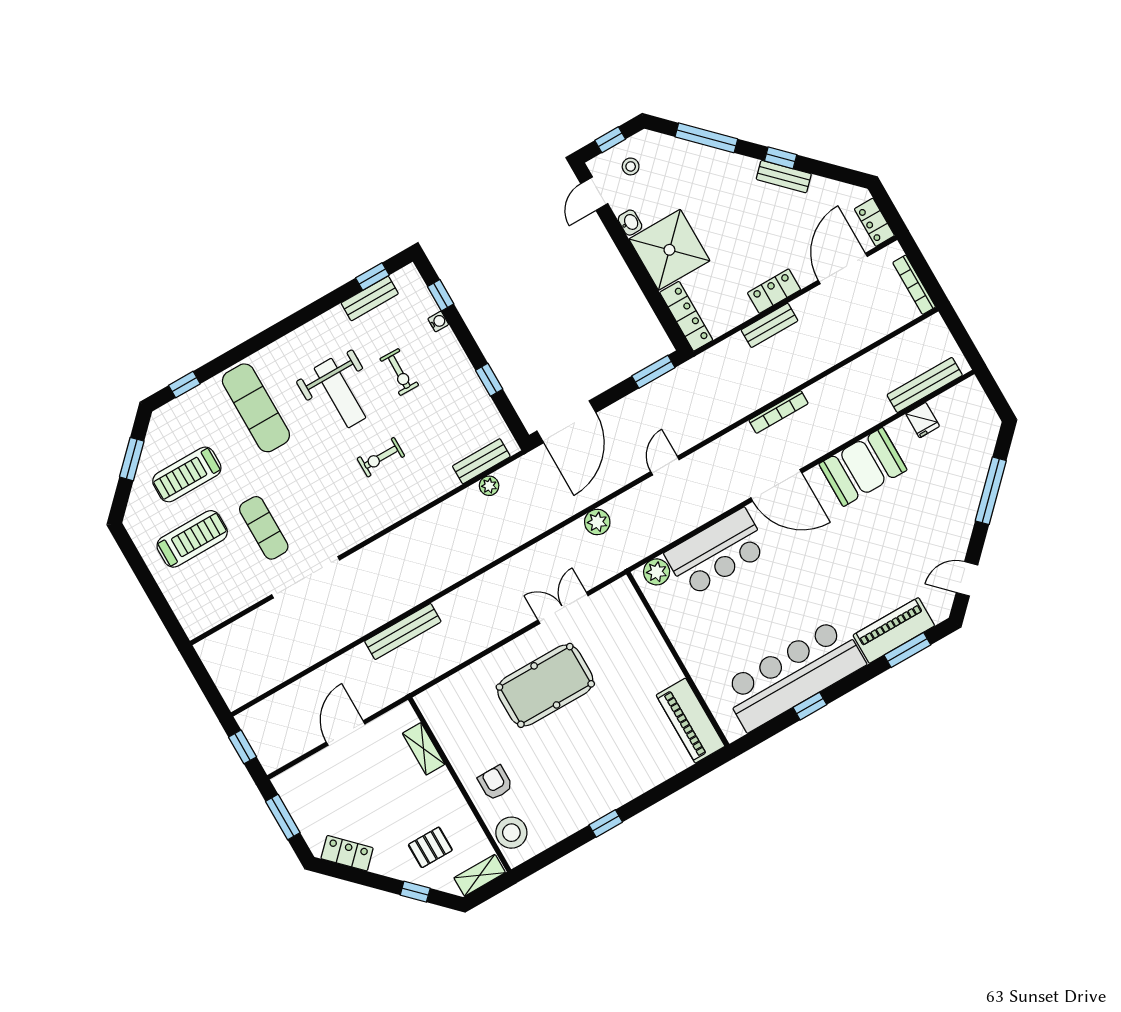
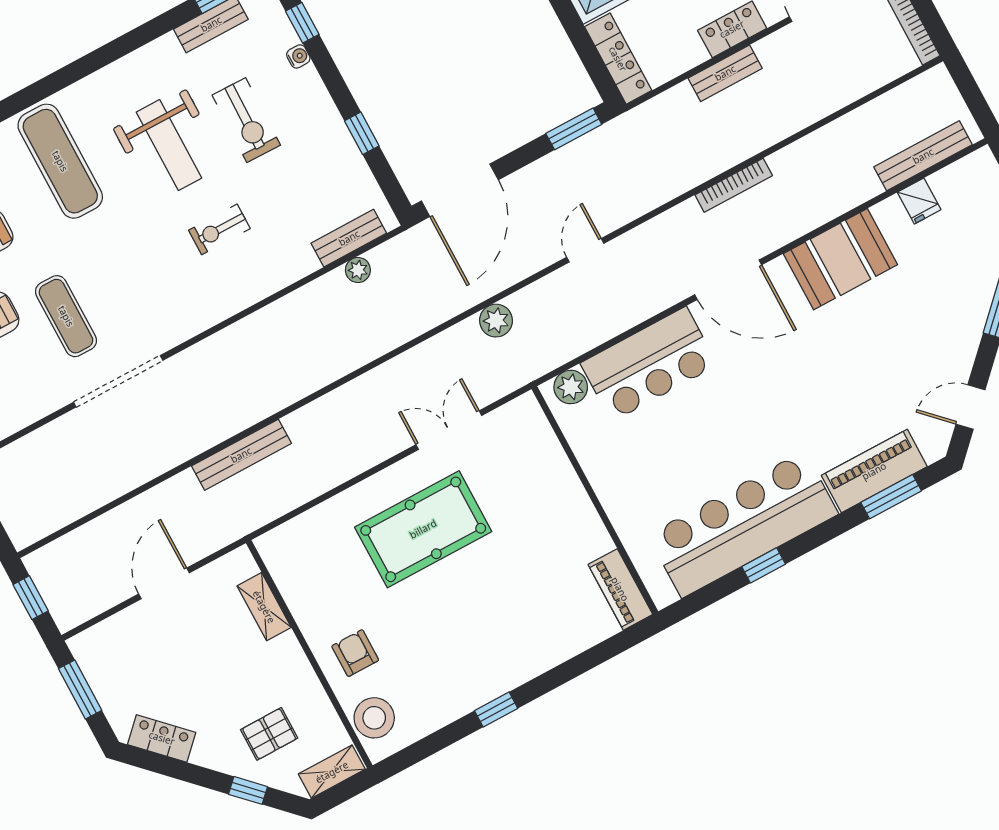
exercise bike: (399, 372) -> (246, 120), width x1.38, depth x1.39
piano: (690, 721) -> (620, 589), width x0.73, depth x0.75

